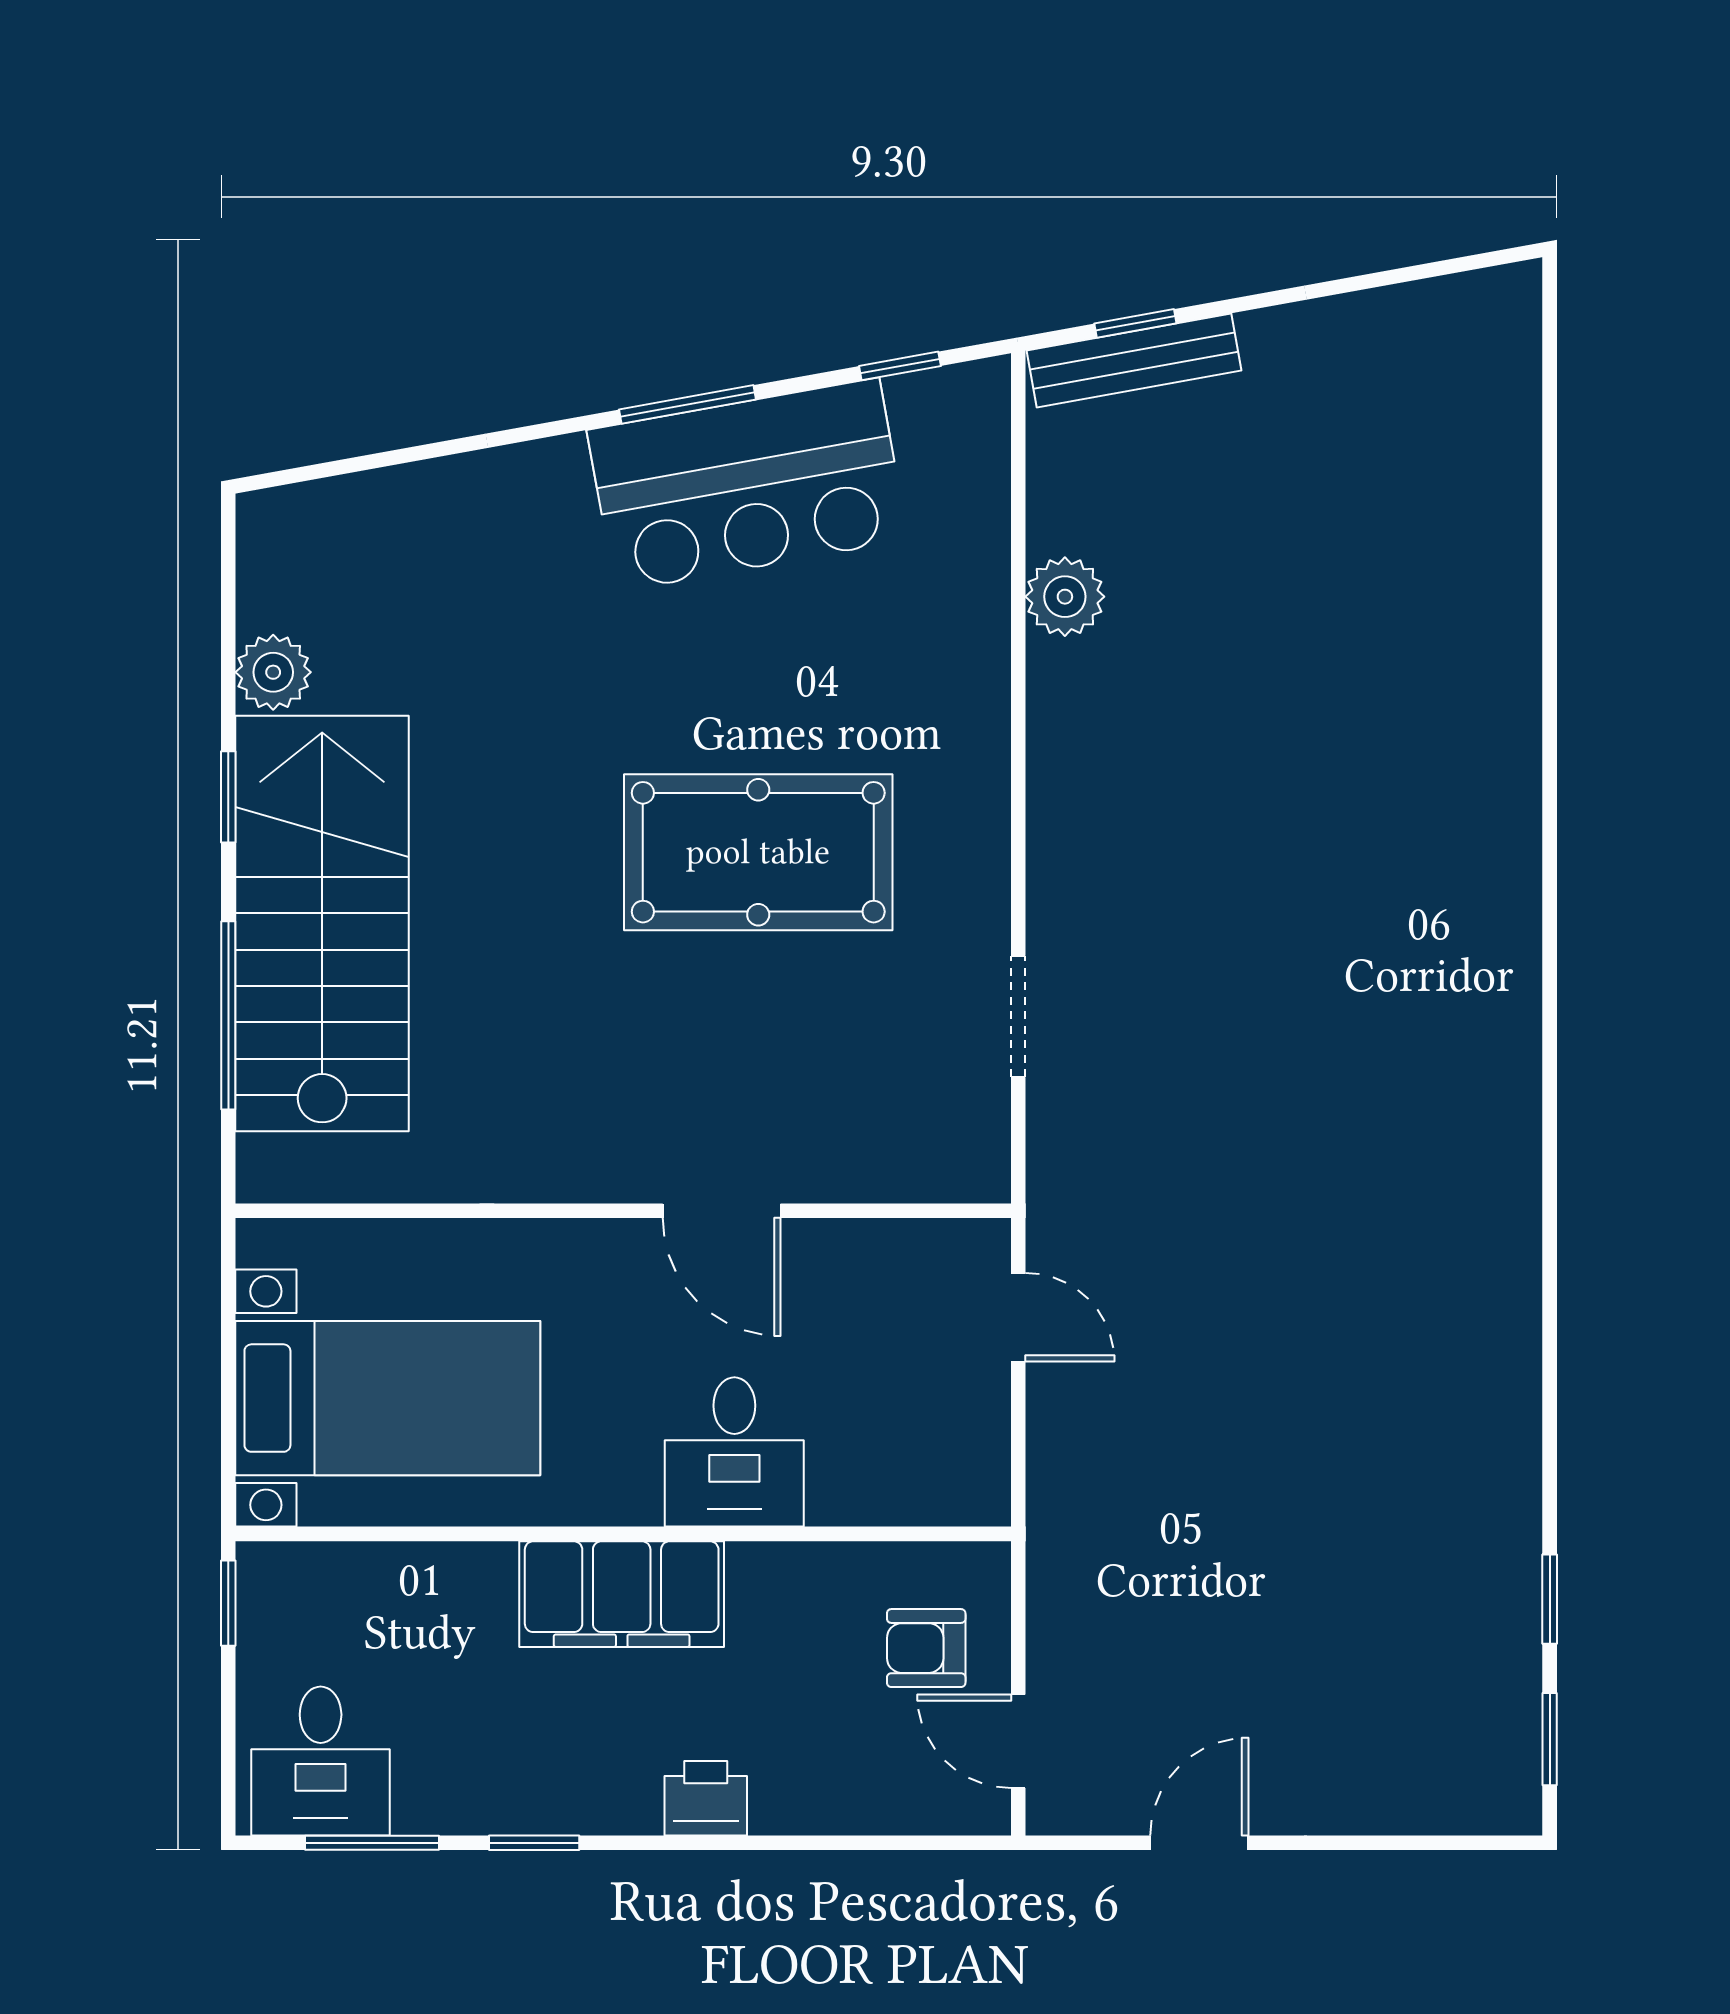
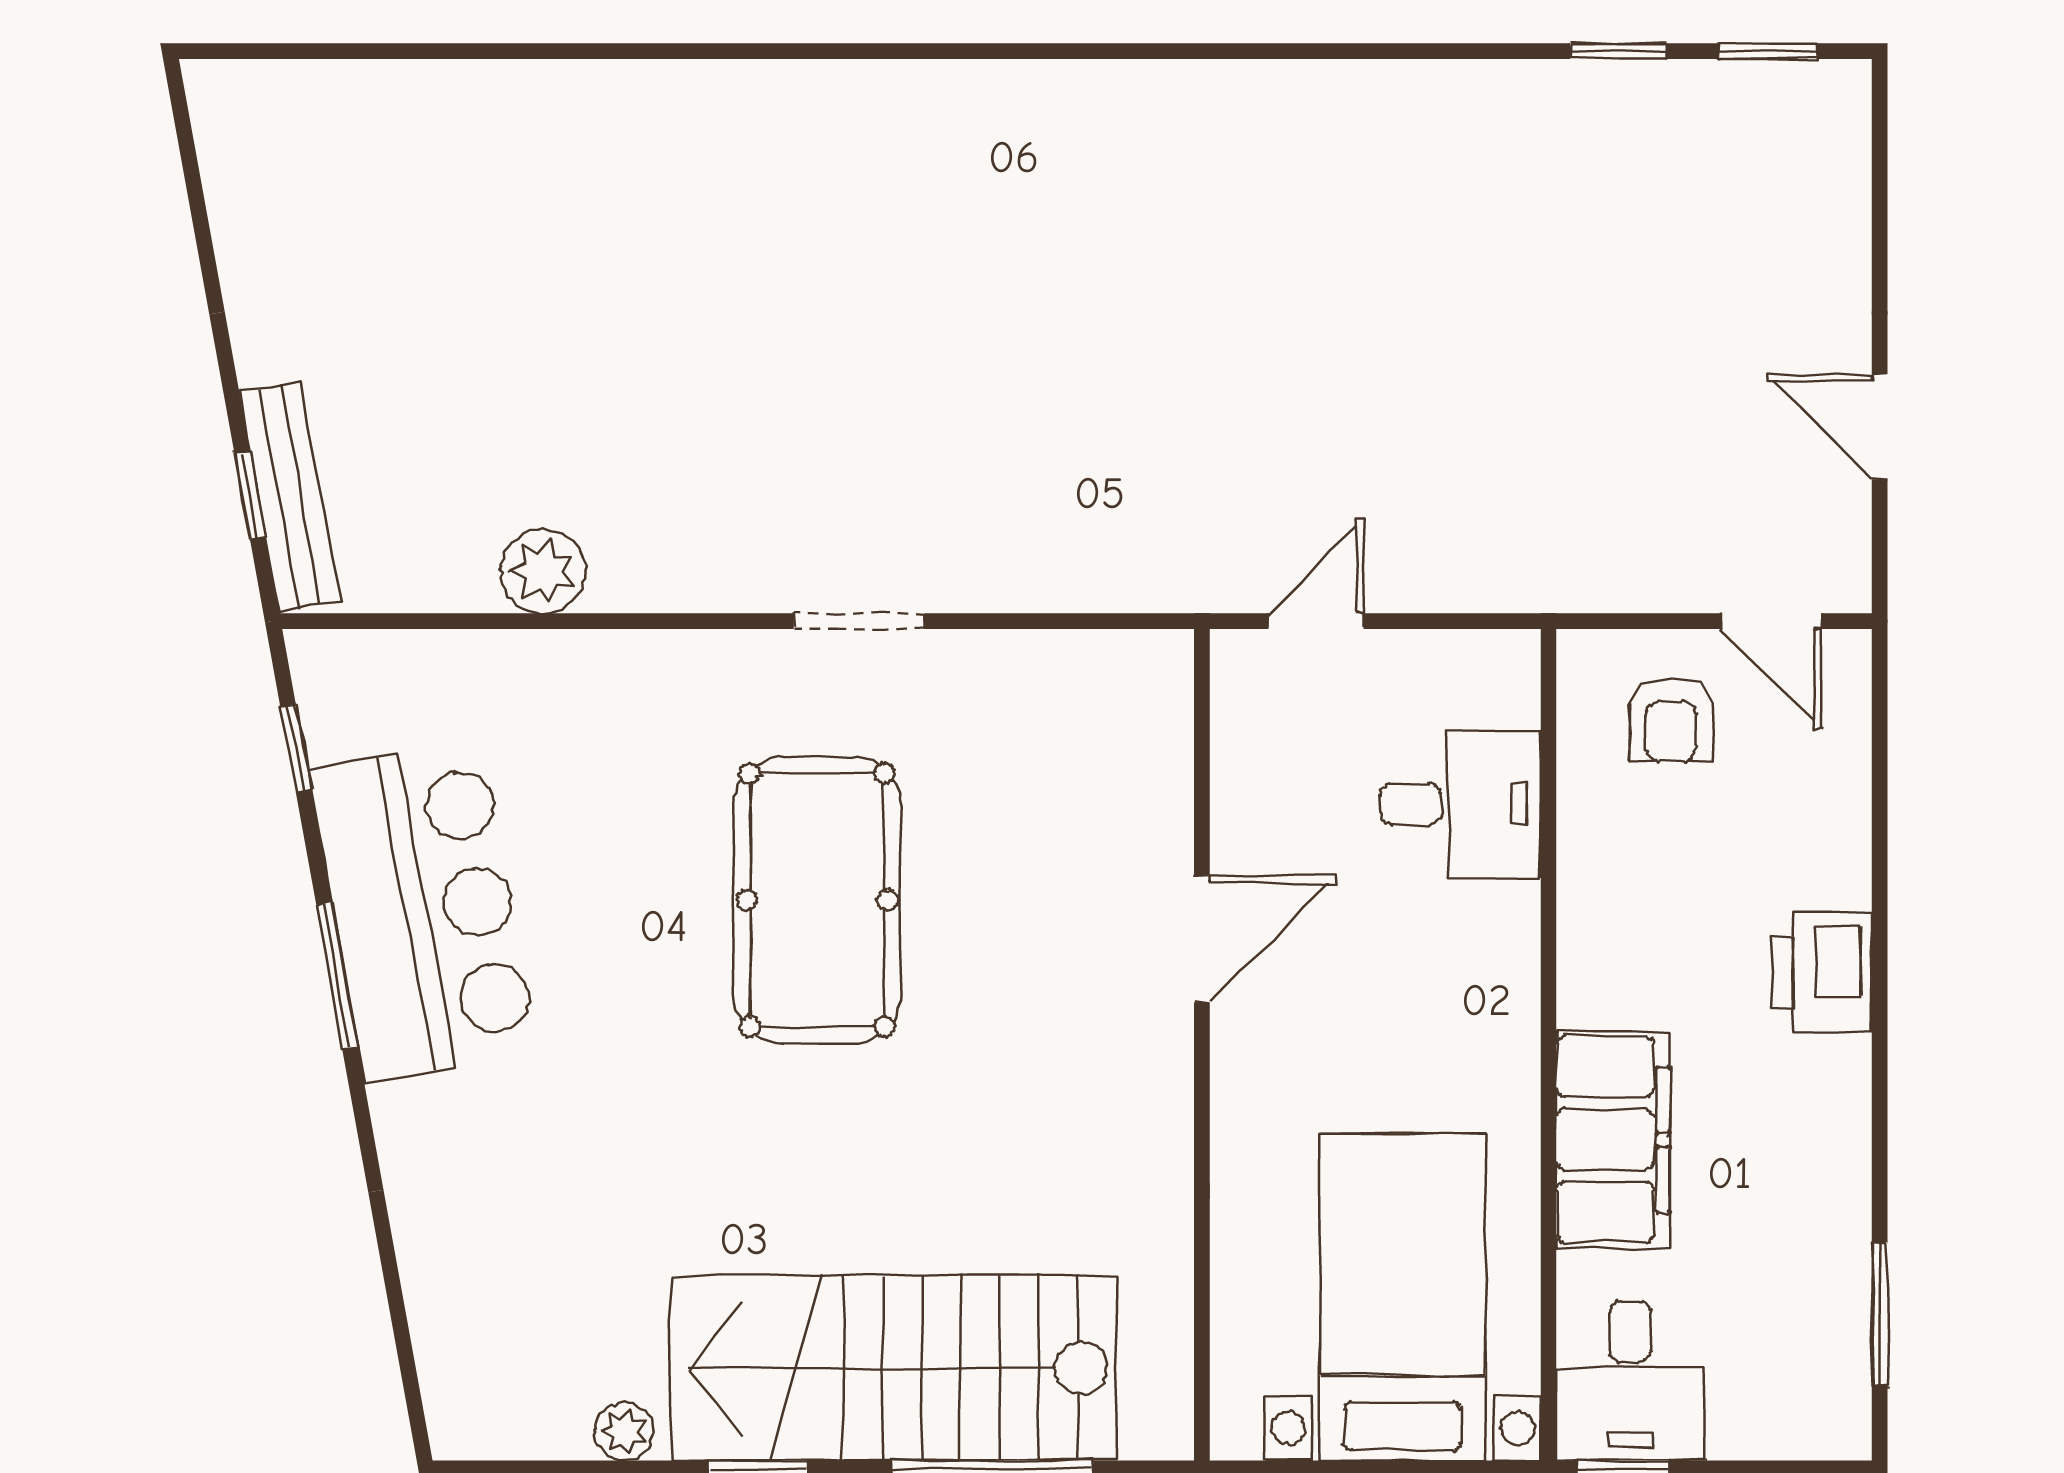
plant: (273, 672) -> (624, 1431), width x0.73, depth x0.73
doorway: (1018, 1017) -> (859, 621), moved
desk: (734, 1452) -> (1461, 804), moved
filing cabinet: (622, 1594) -> (1613, 1139), moved
door: (1018, 1741) -> (1771, 621), hinge flipped
desk: (321, 1761) -> (1630, 1381), moved, turned 90
printer: (706, 1798) -> (1822, 972), width x1.36, depth x1.24
window: (534, 1843) -> (1880, 1140), removed

